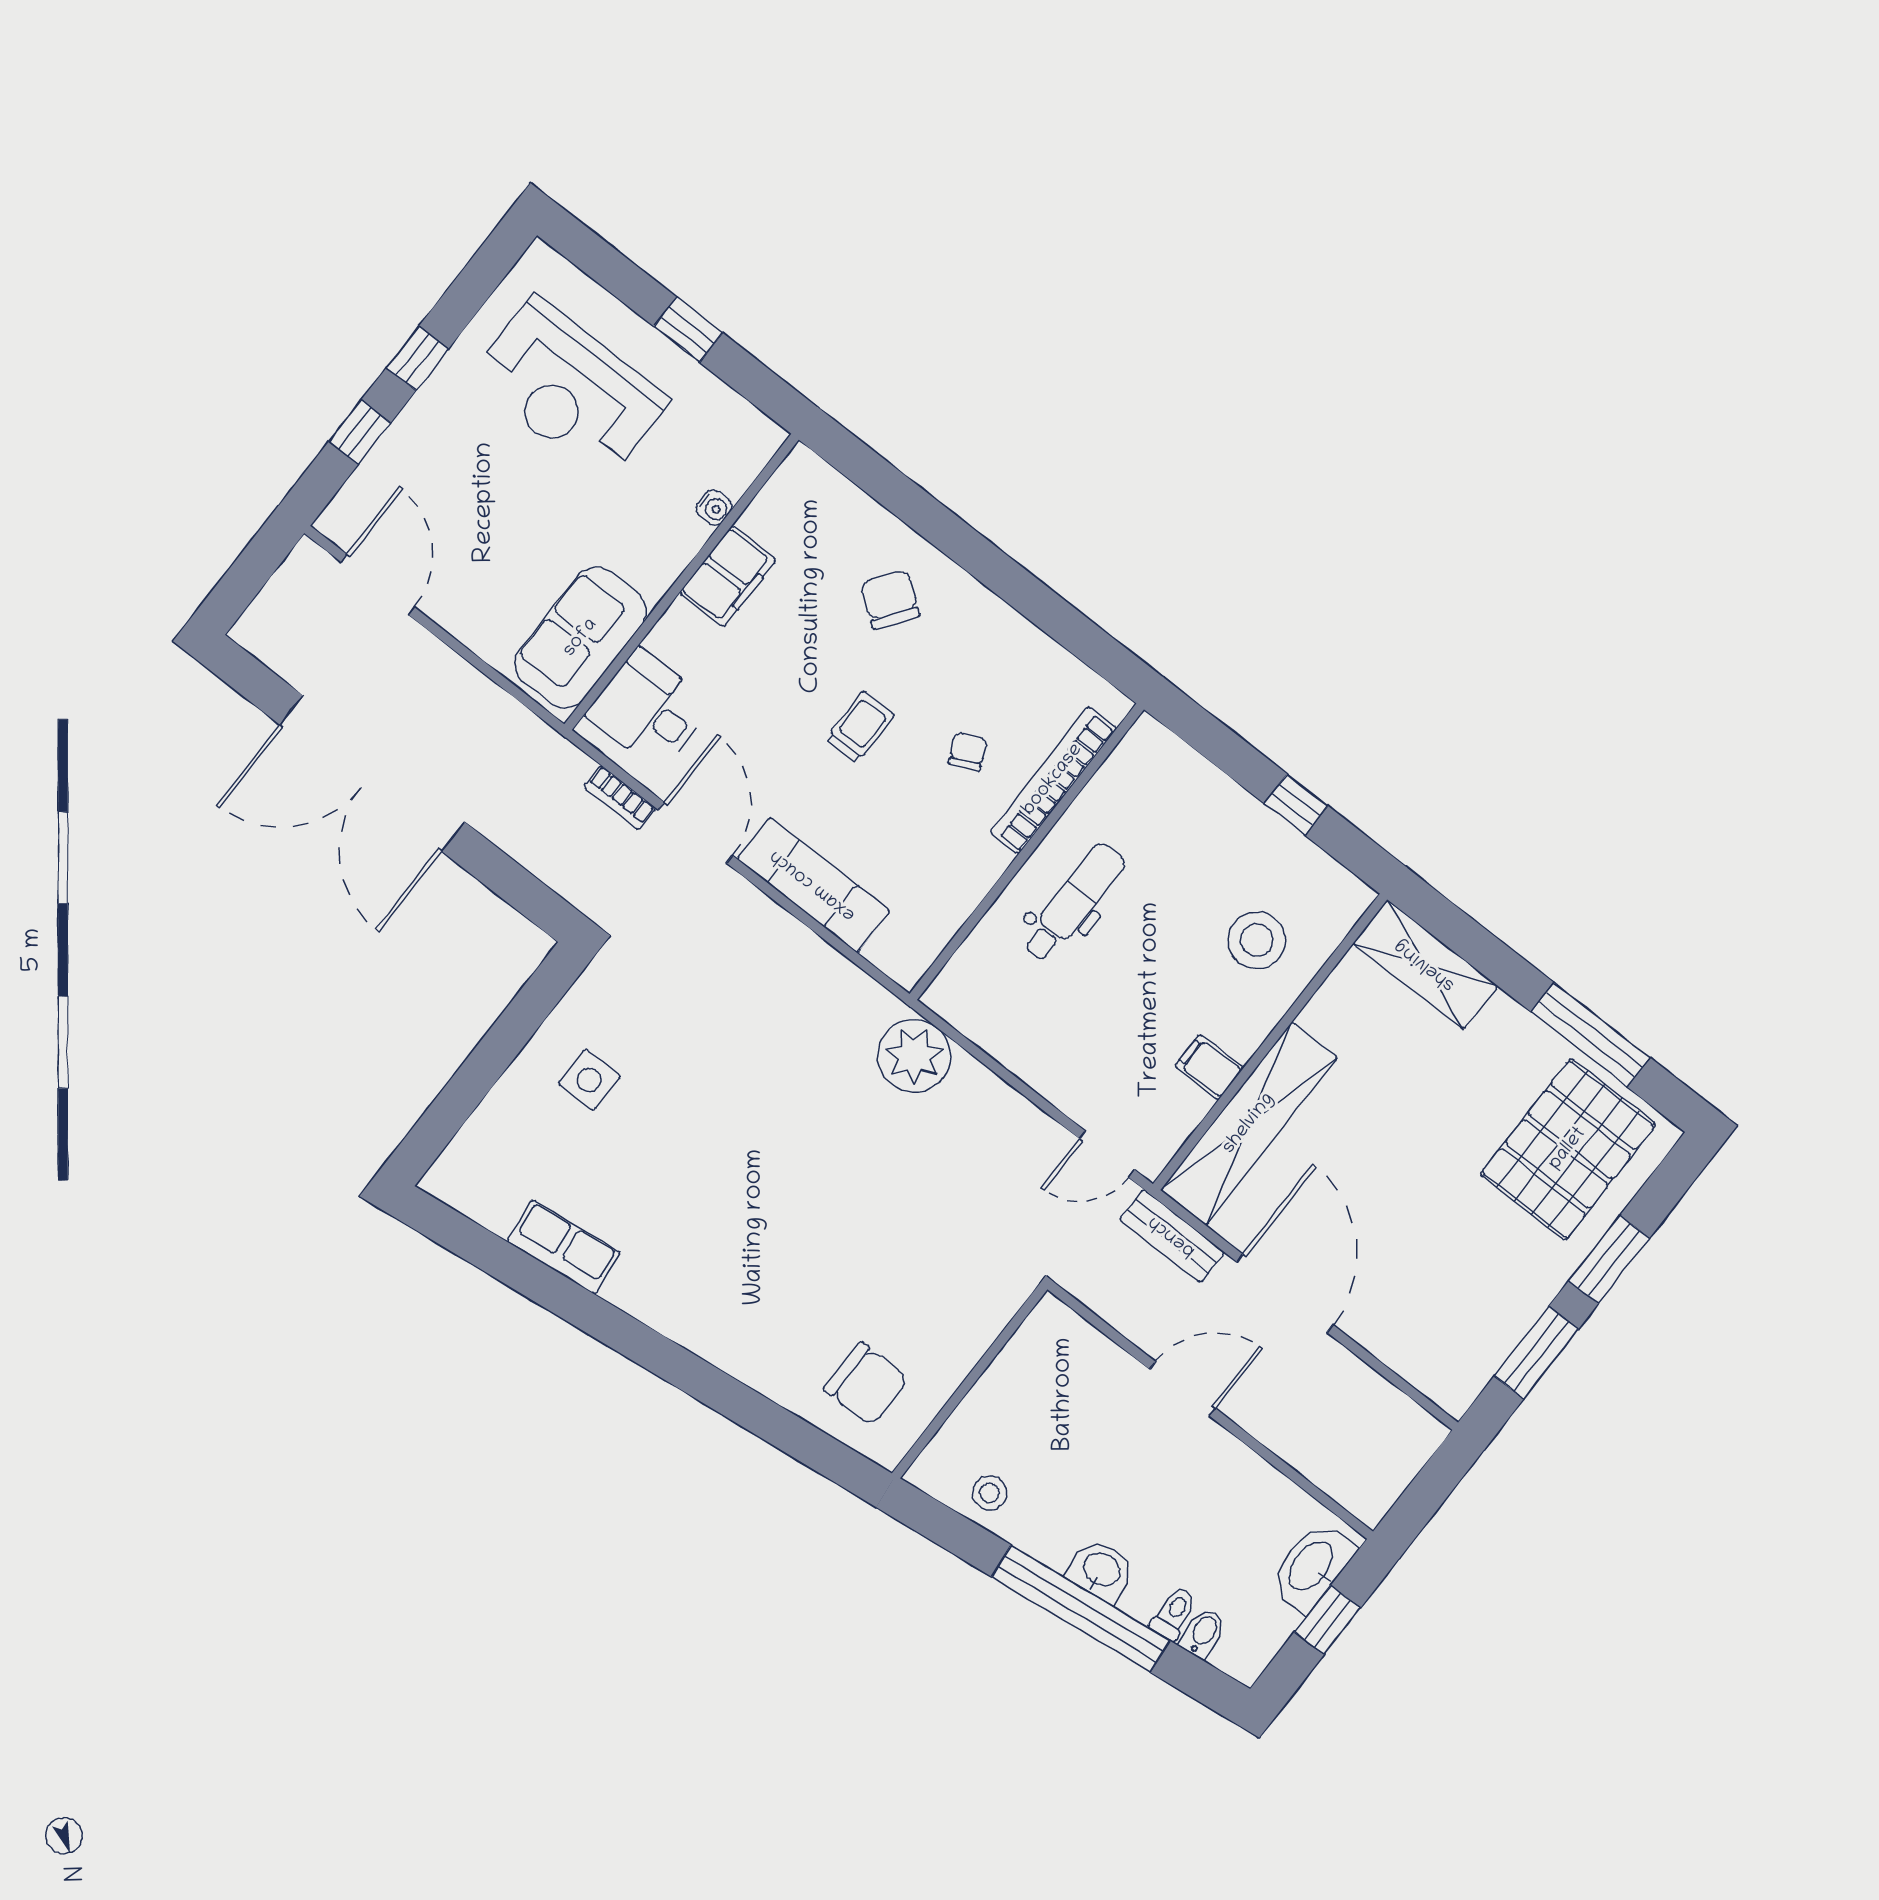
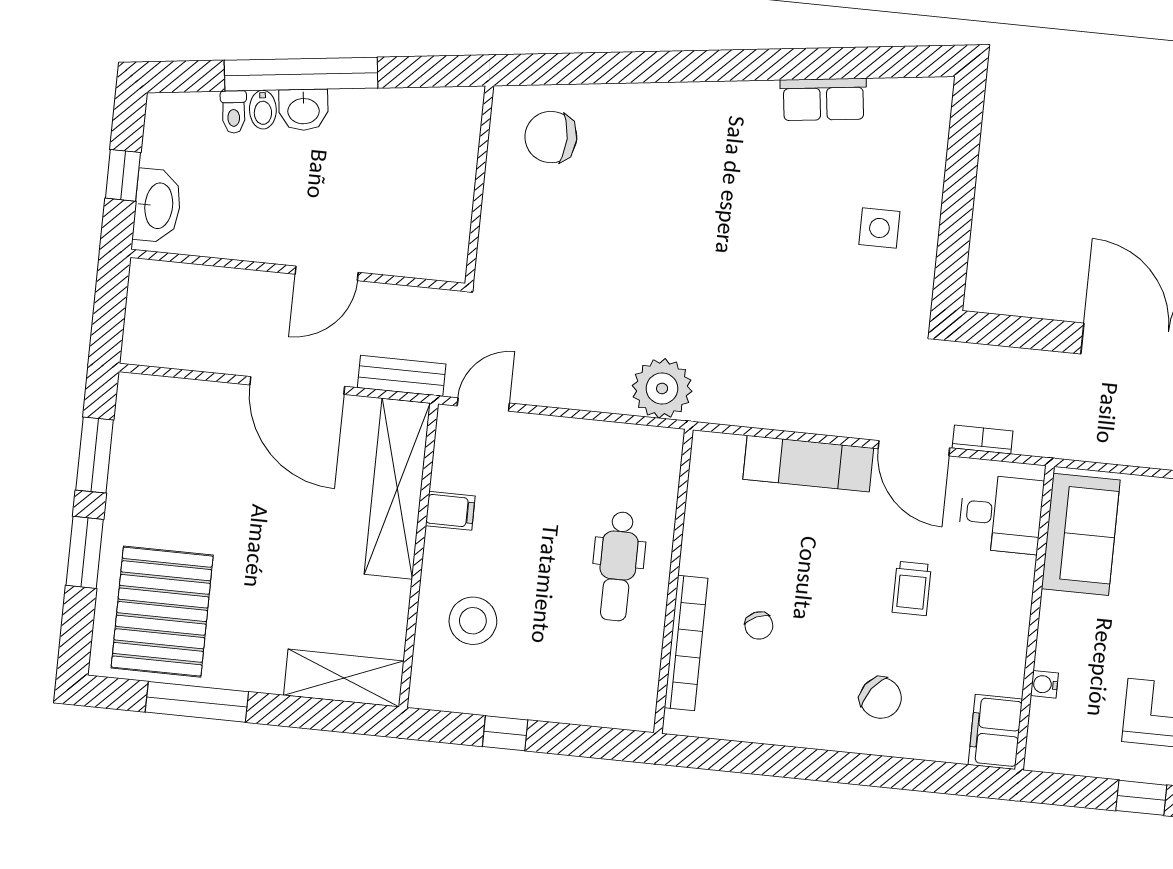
filing cabinet: (728, 576) -> (995, 732), moved
trolley: (860, 727) -> (912, 588), moved
stool: (989, 1493) -> (416, 115), removed
bidet: (1203, 1633) -> (263, 110), moved

